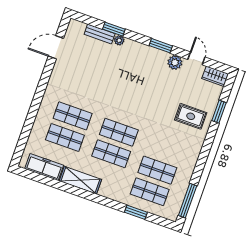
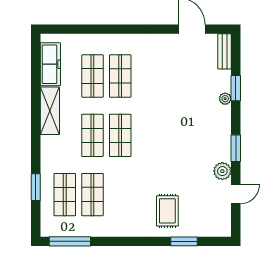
bench: (100, 34) -> (225, 51), moved
wardrobe: (215, 76) -> (223, 223), removed

